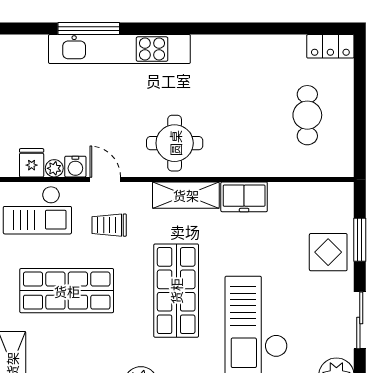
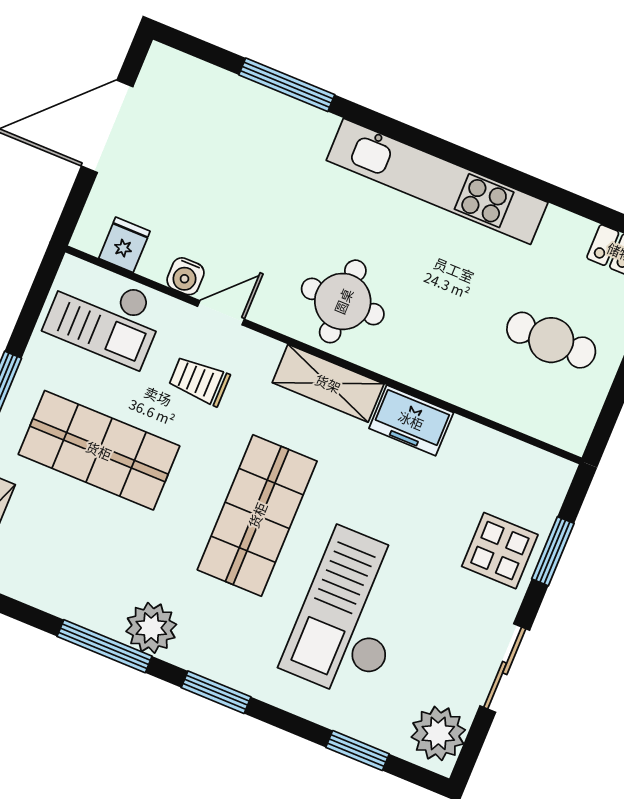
kitchen unit: (119, 49) -> (437, 181), moved
cafe table: (307, 115) -> (551, 340), turned 90
plant: (54, 168) -> (154, 266), removed
door: (105, 179) -> (221, 313), hinge flipped

